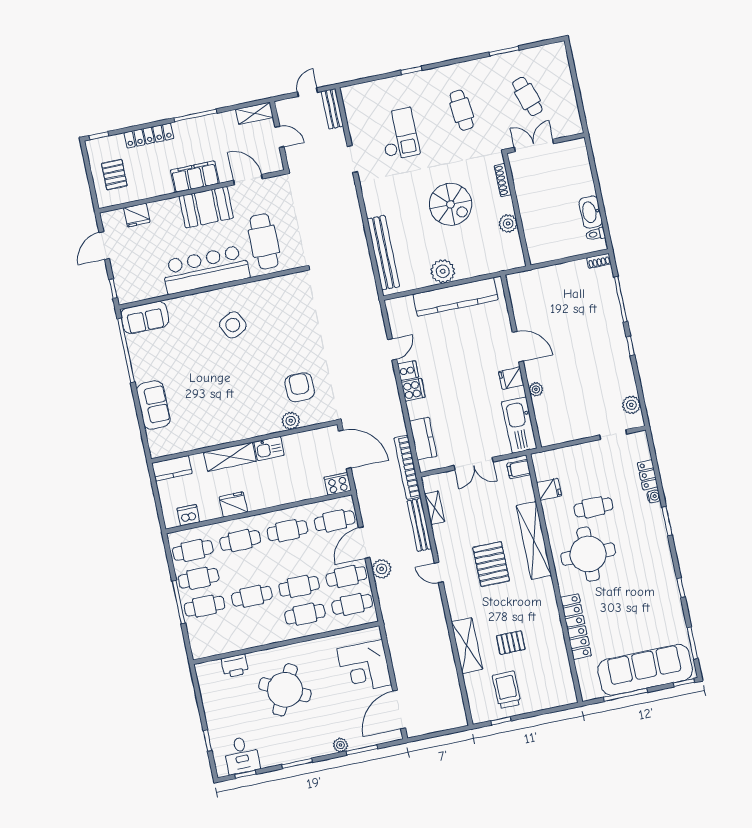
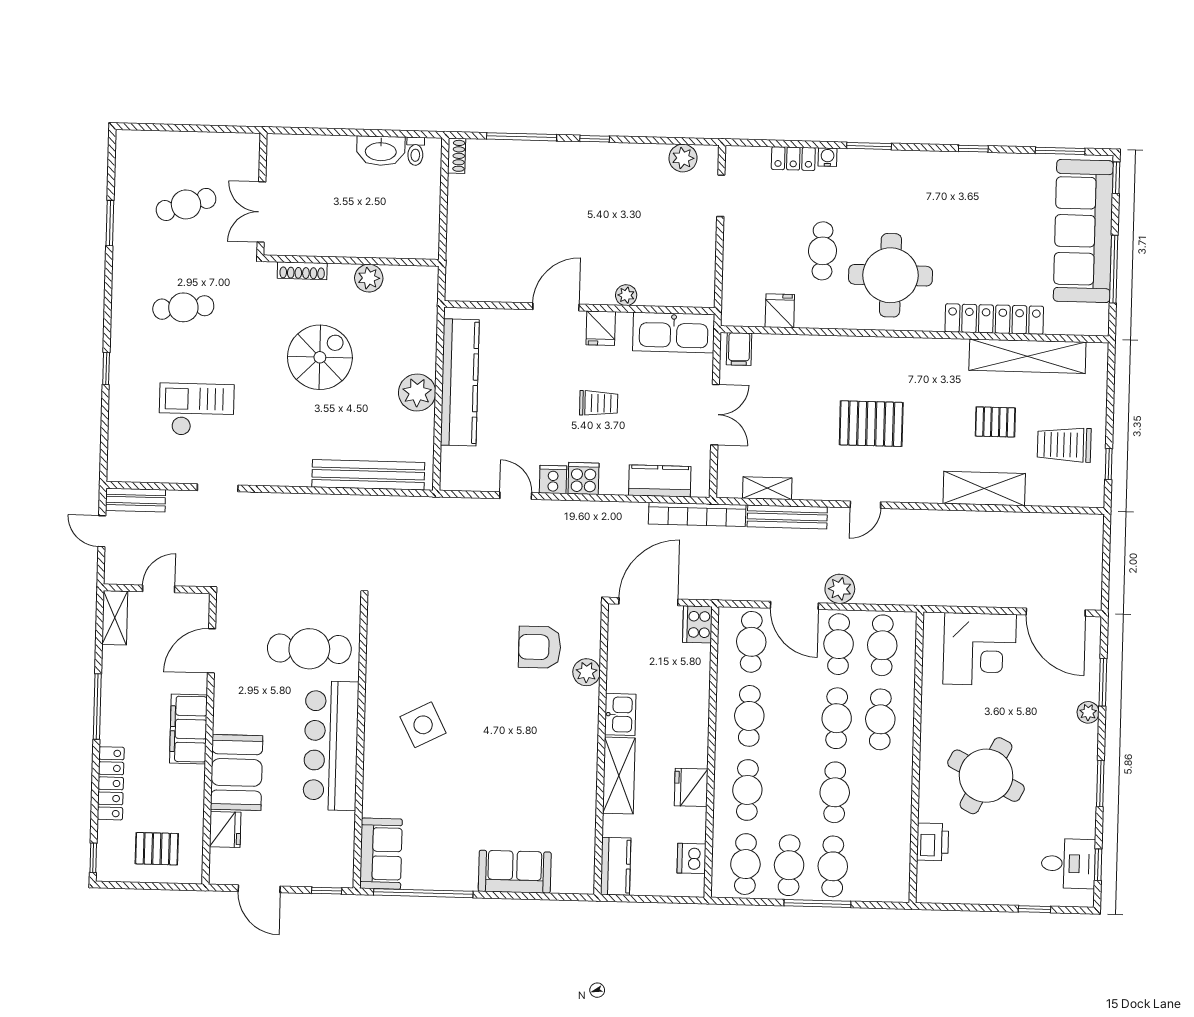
booth: (206, 207) -> (237, 772), moved
trolley: (463, 388) -> (599, 403), added
shelving: (534, 540) -> (1027, 356), moved
pallet: (511, 643) -> (995, 422), turned 90

